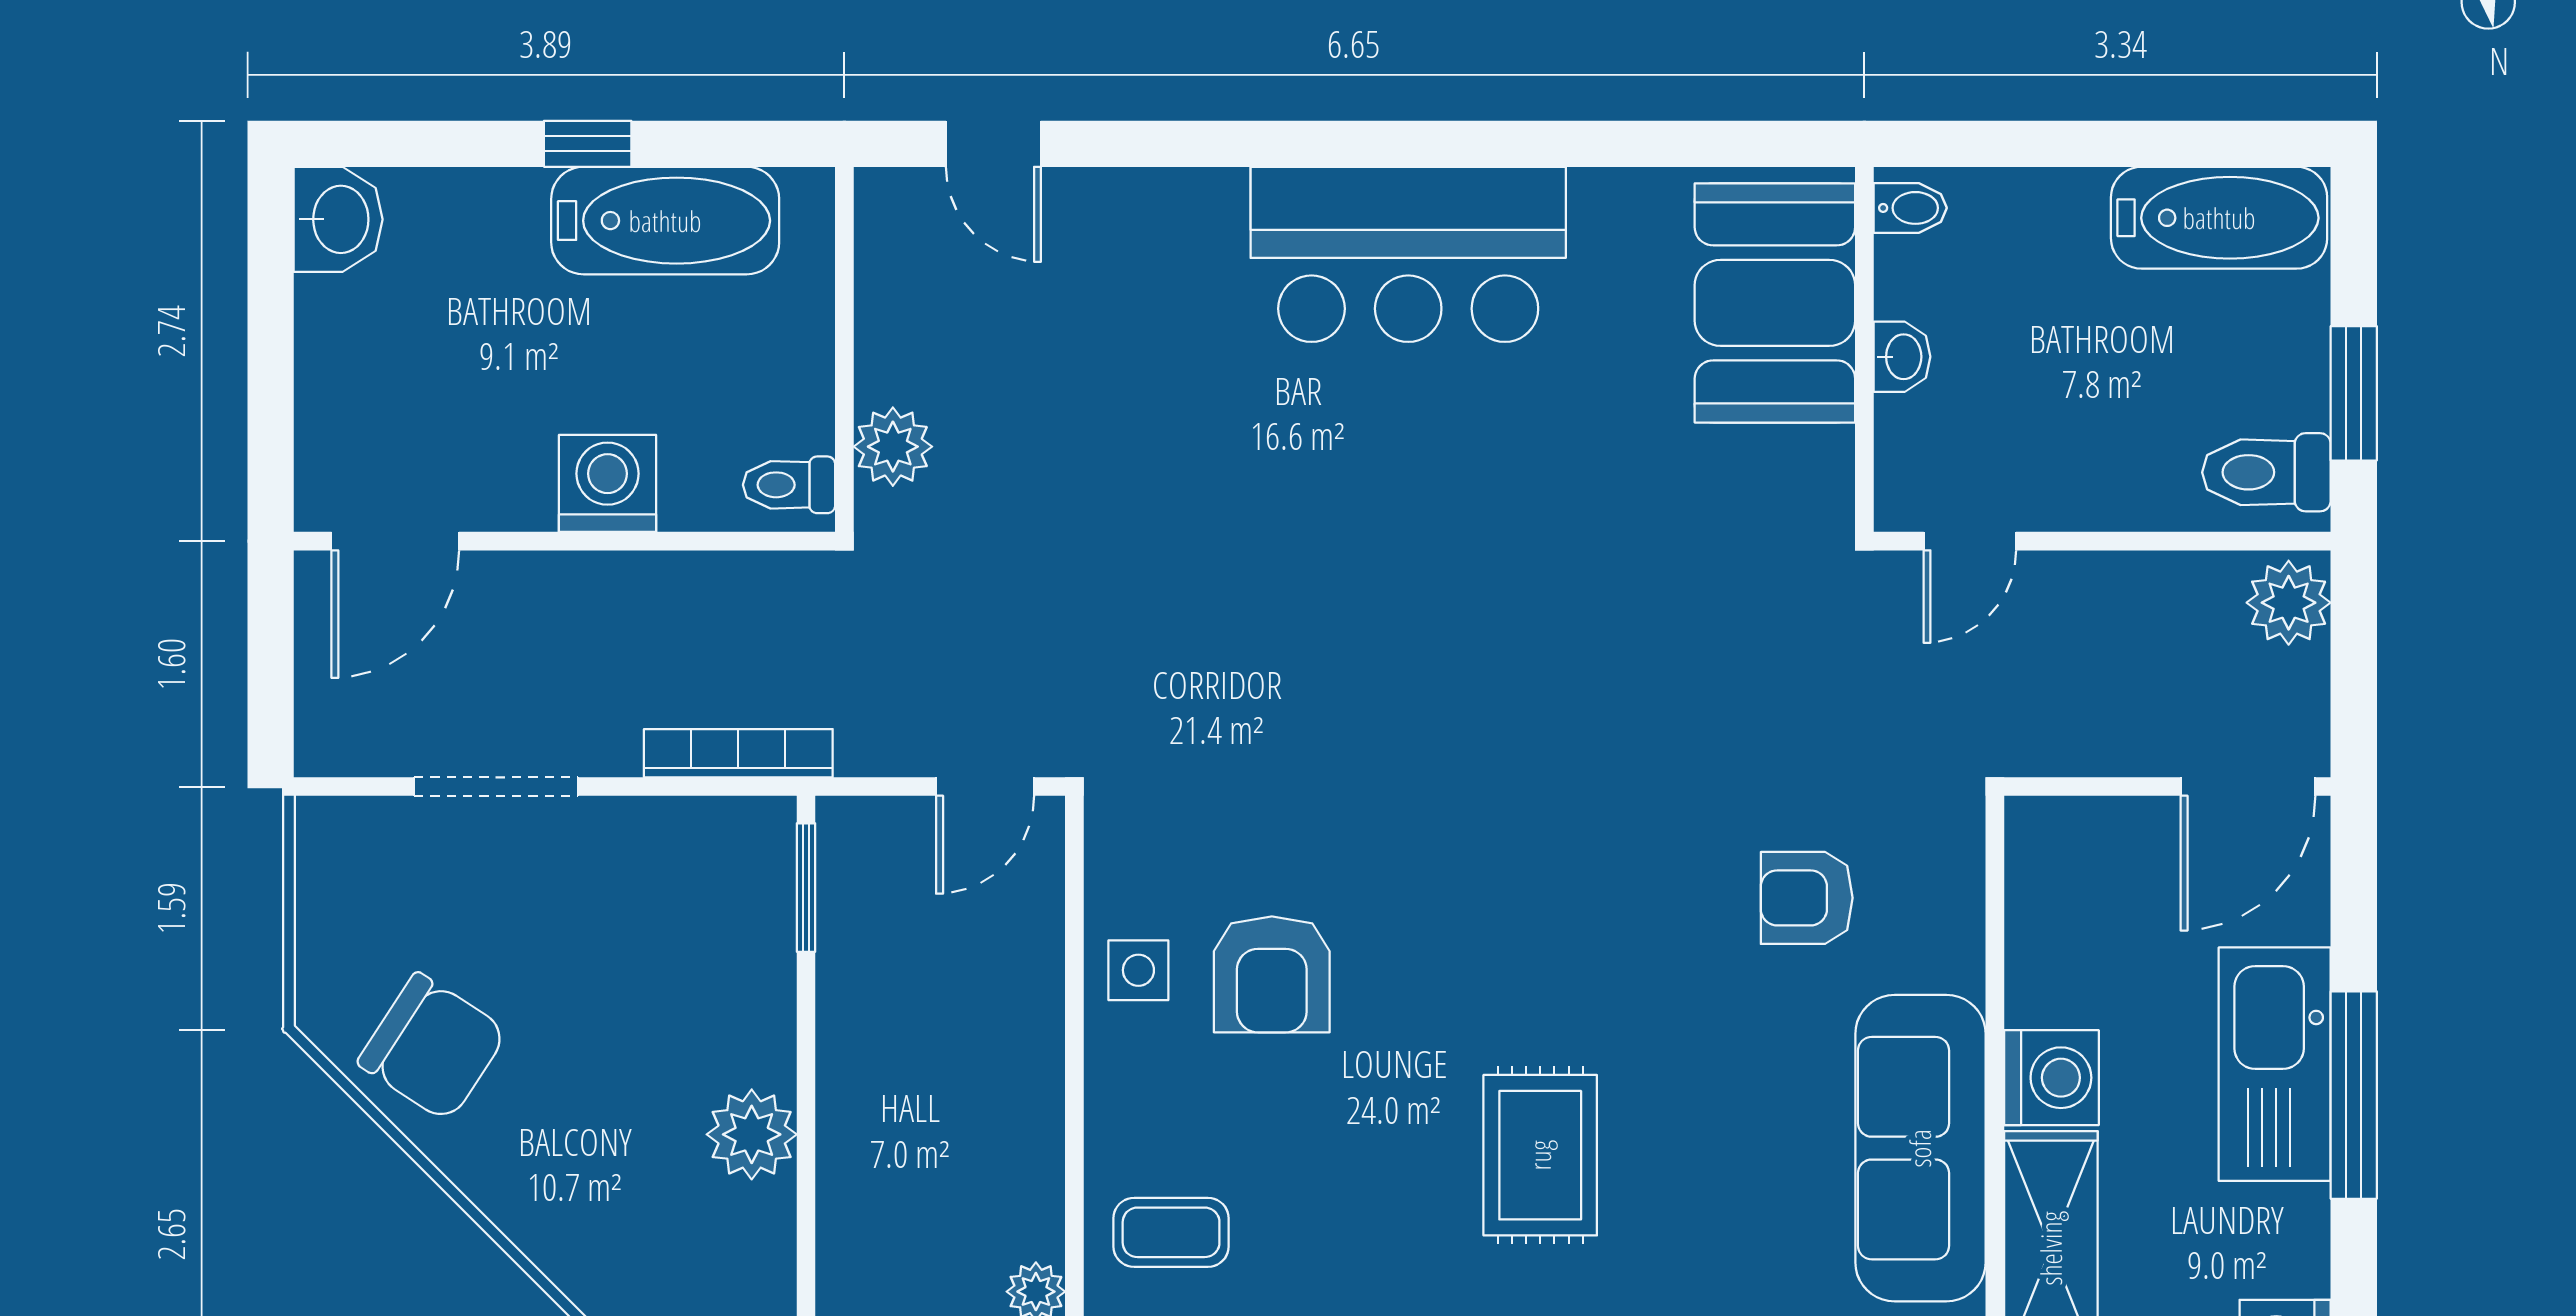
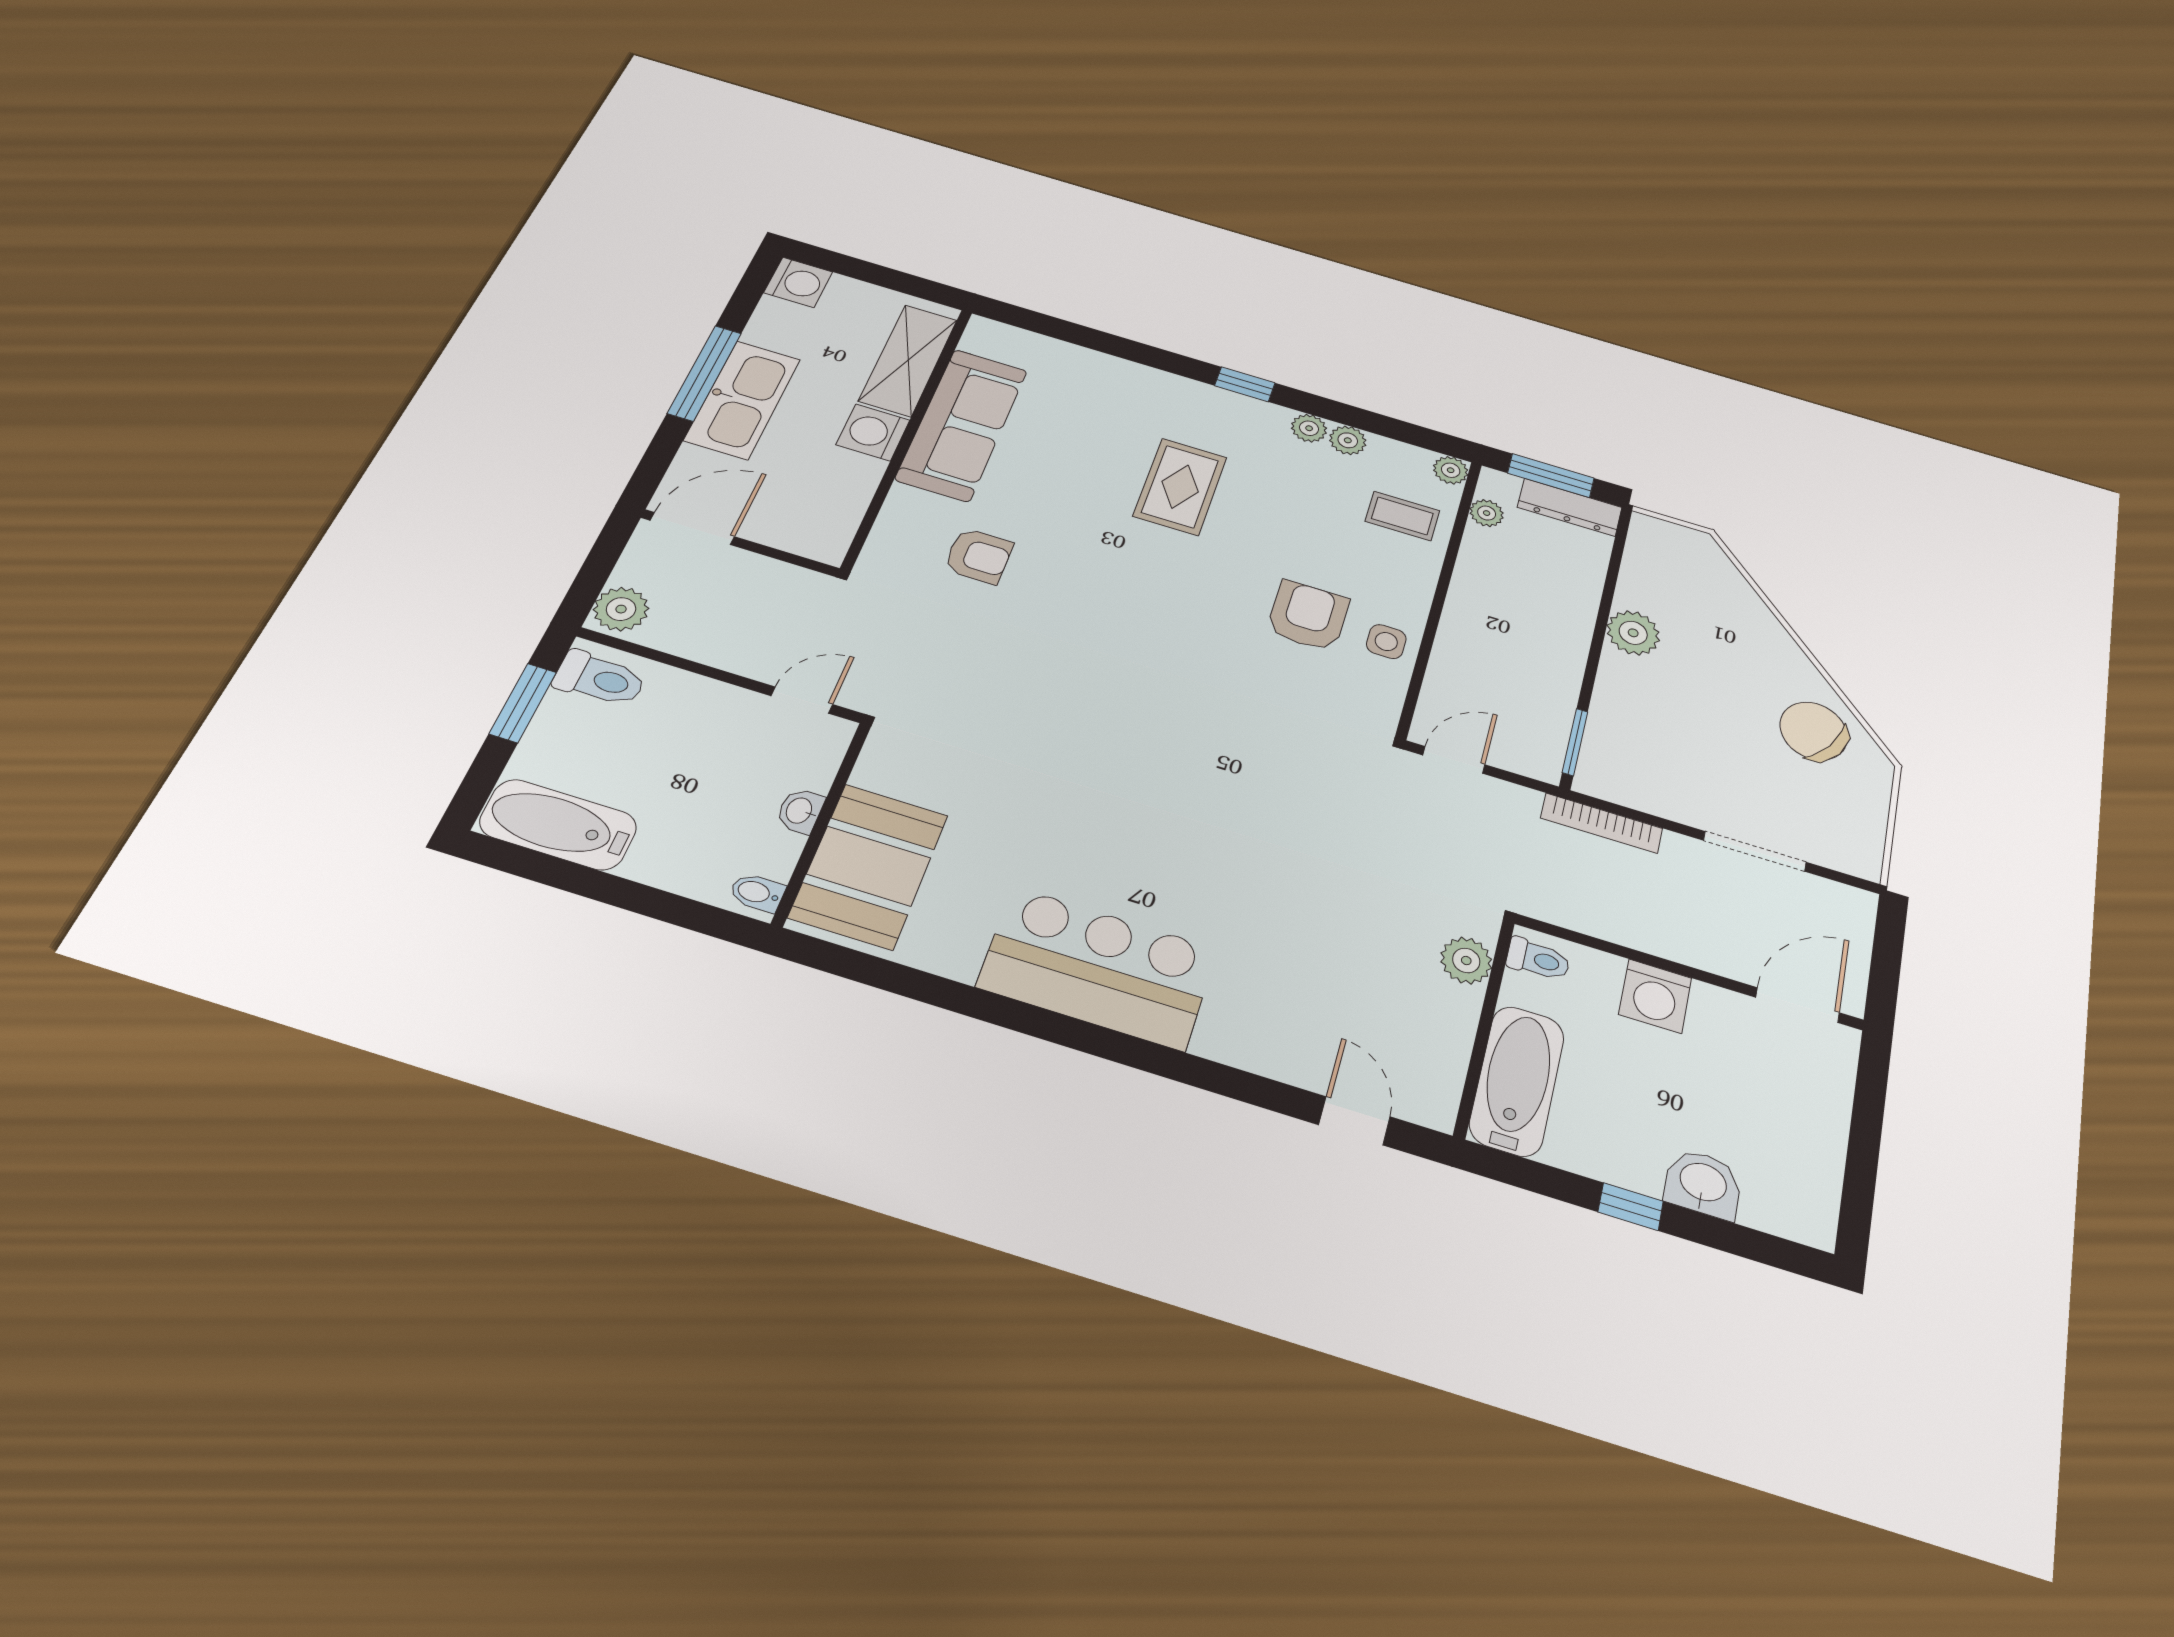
washbasin: (338, 219) -> (1703, 1184), moved, turned 90
bathtub: (665, 221) -> (1517, 1080), moved, turned 90

